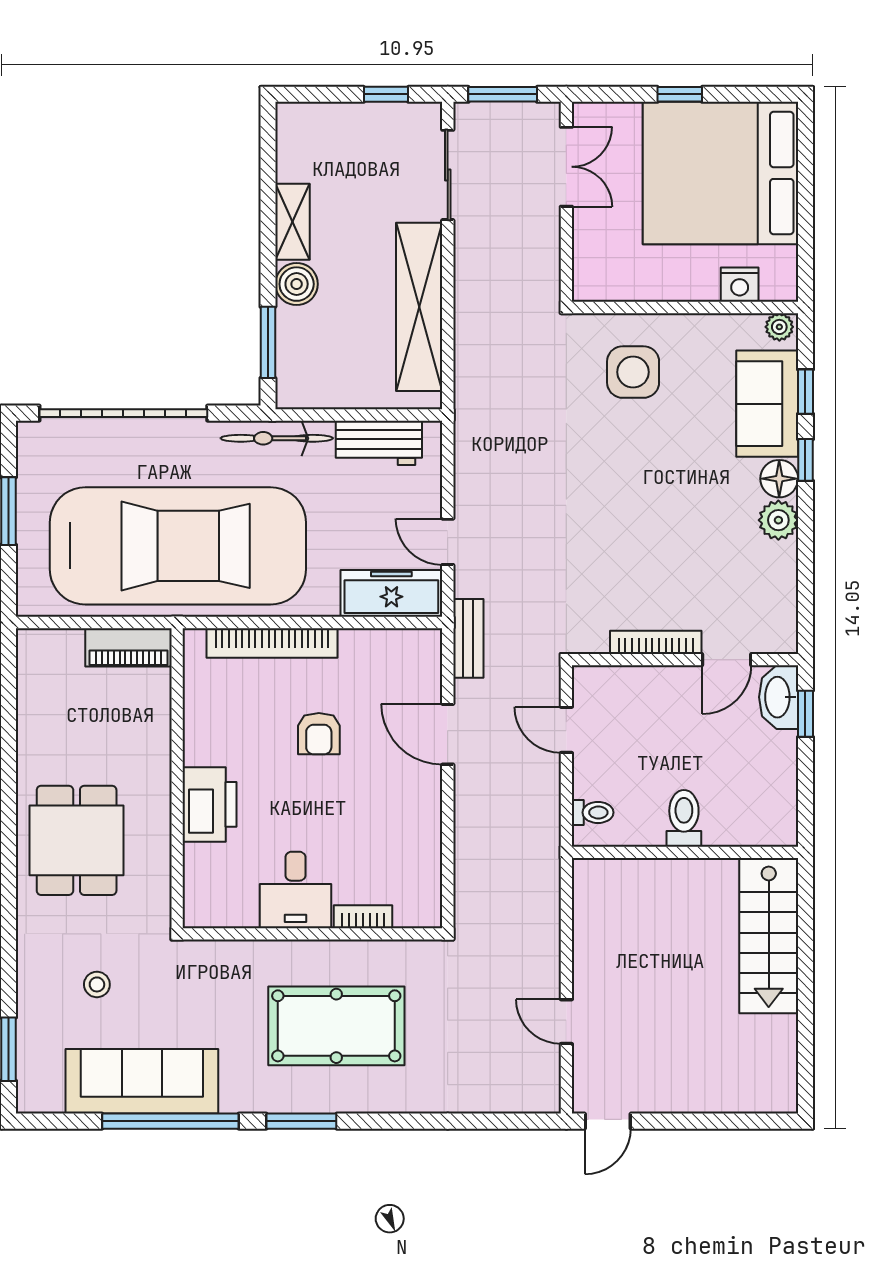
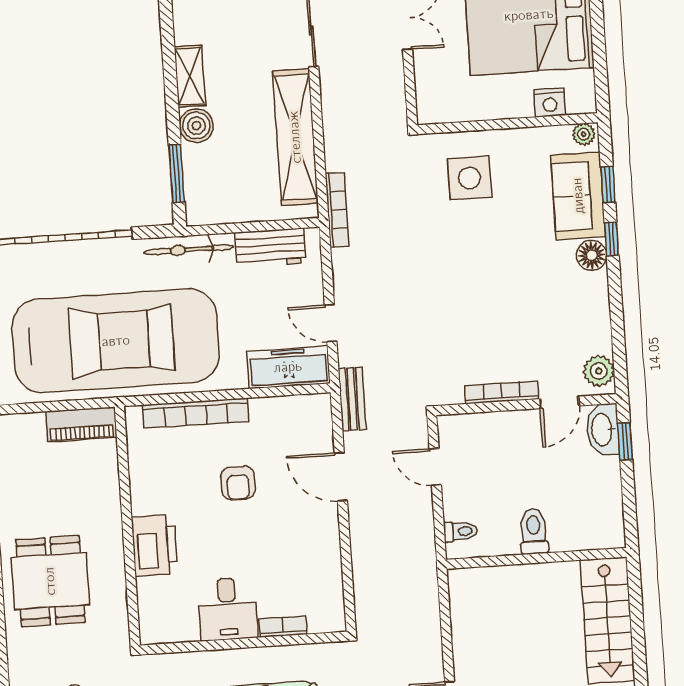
bookcase: (465, 401) -> (337, 210), added
plant: (778, 520) -> (599, 371), moved

